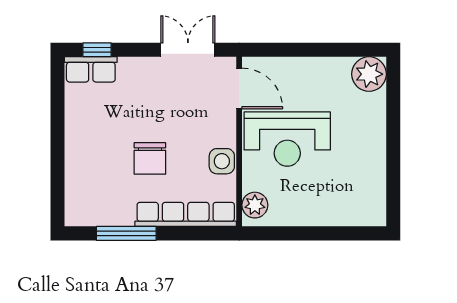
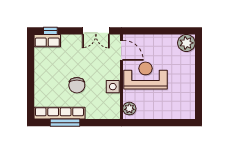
double door: (188, 50) -> (96, 31), swing flipped
reception desk: (287, 139) -> (145, 76), turned 180
row of seats: (186, 214) -> (59, 113), moved

